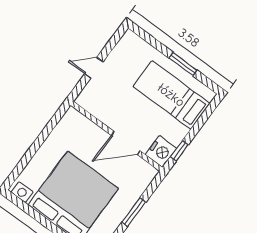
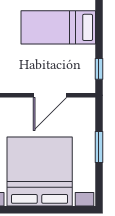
nightstand: (161, 152) -> (84, 81), removed

